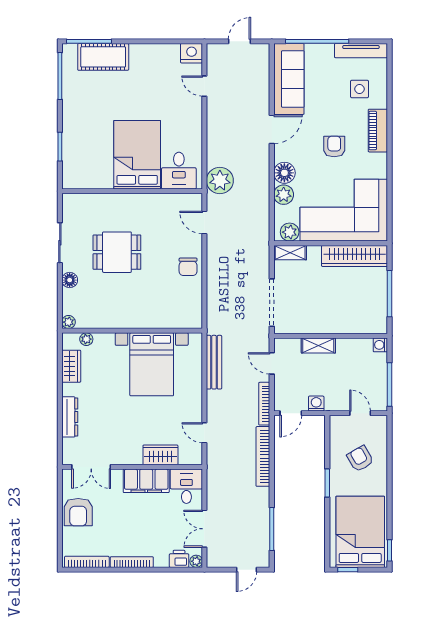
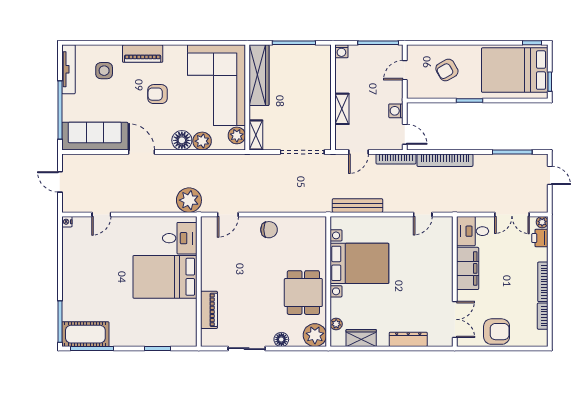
nightstand: (192, 53) -> (67, 222), width x0.53, depth x0.56
cot: (103, 57) -> (85, 334), moved, turned 90
piano: (102, 202) -> (209, 310), added
dining table: (117, 252) -> (303, 293), moved
plant: (68, 322) -> (315, 335), width x1.88, depth x1.88
wardrobe: (160, 455) -> (443, 255), removed
bookcase: (87, 562) -> (543, 316), width x0.64

